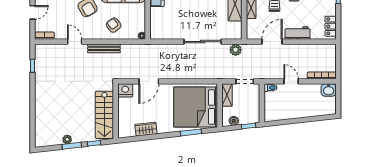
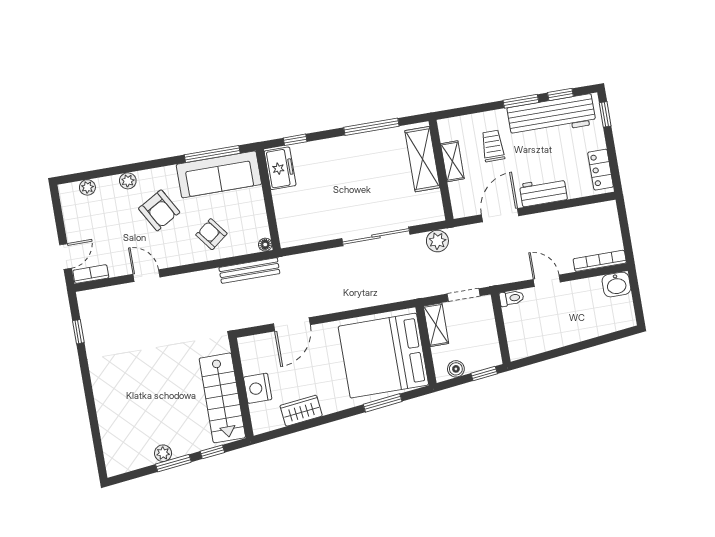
door: (32, 12) -> (66, 256), moved
bench: (104, 48) -> (249, 270), moved
nightstand: (125, 90) -> (258, 388), moved, turned -90

